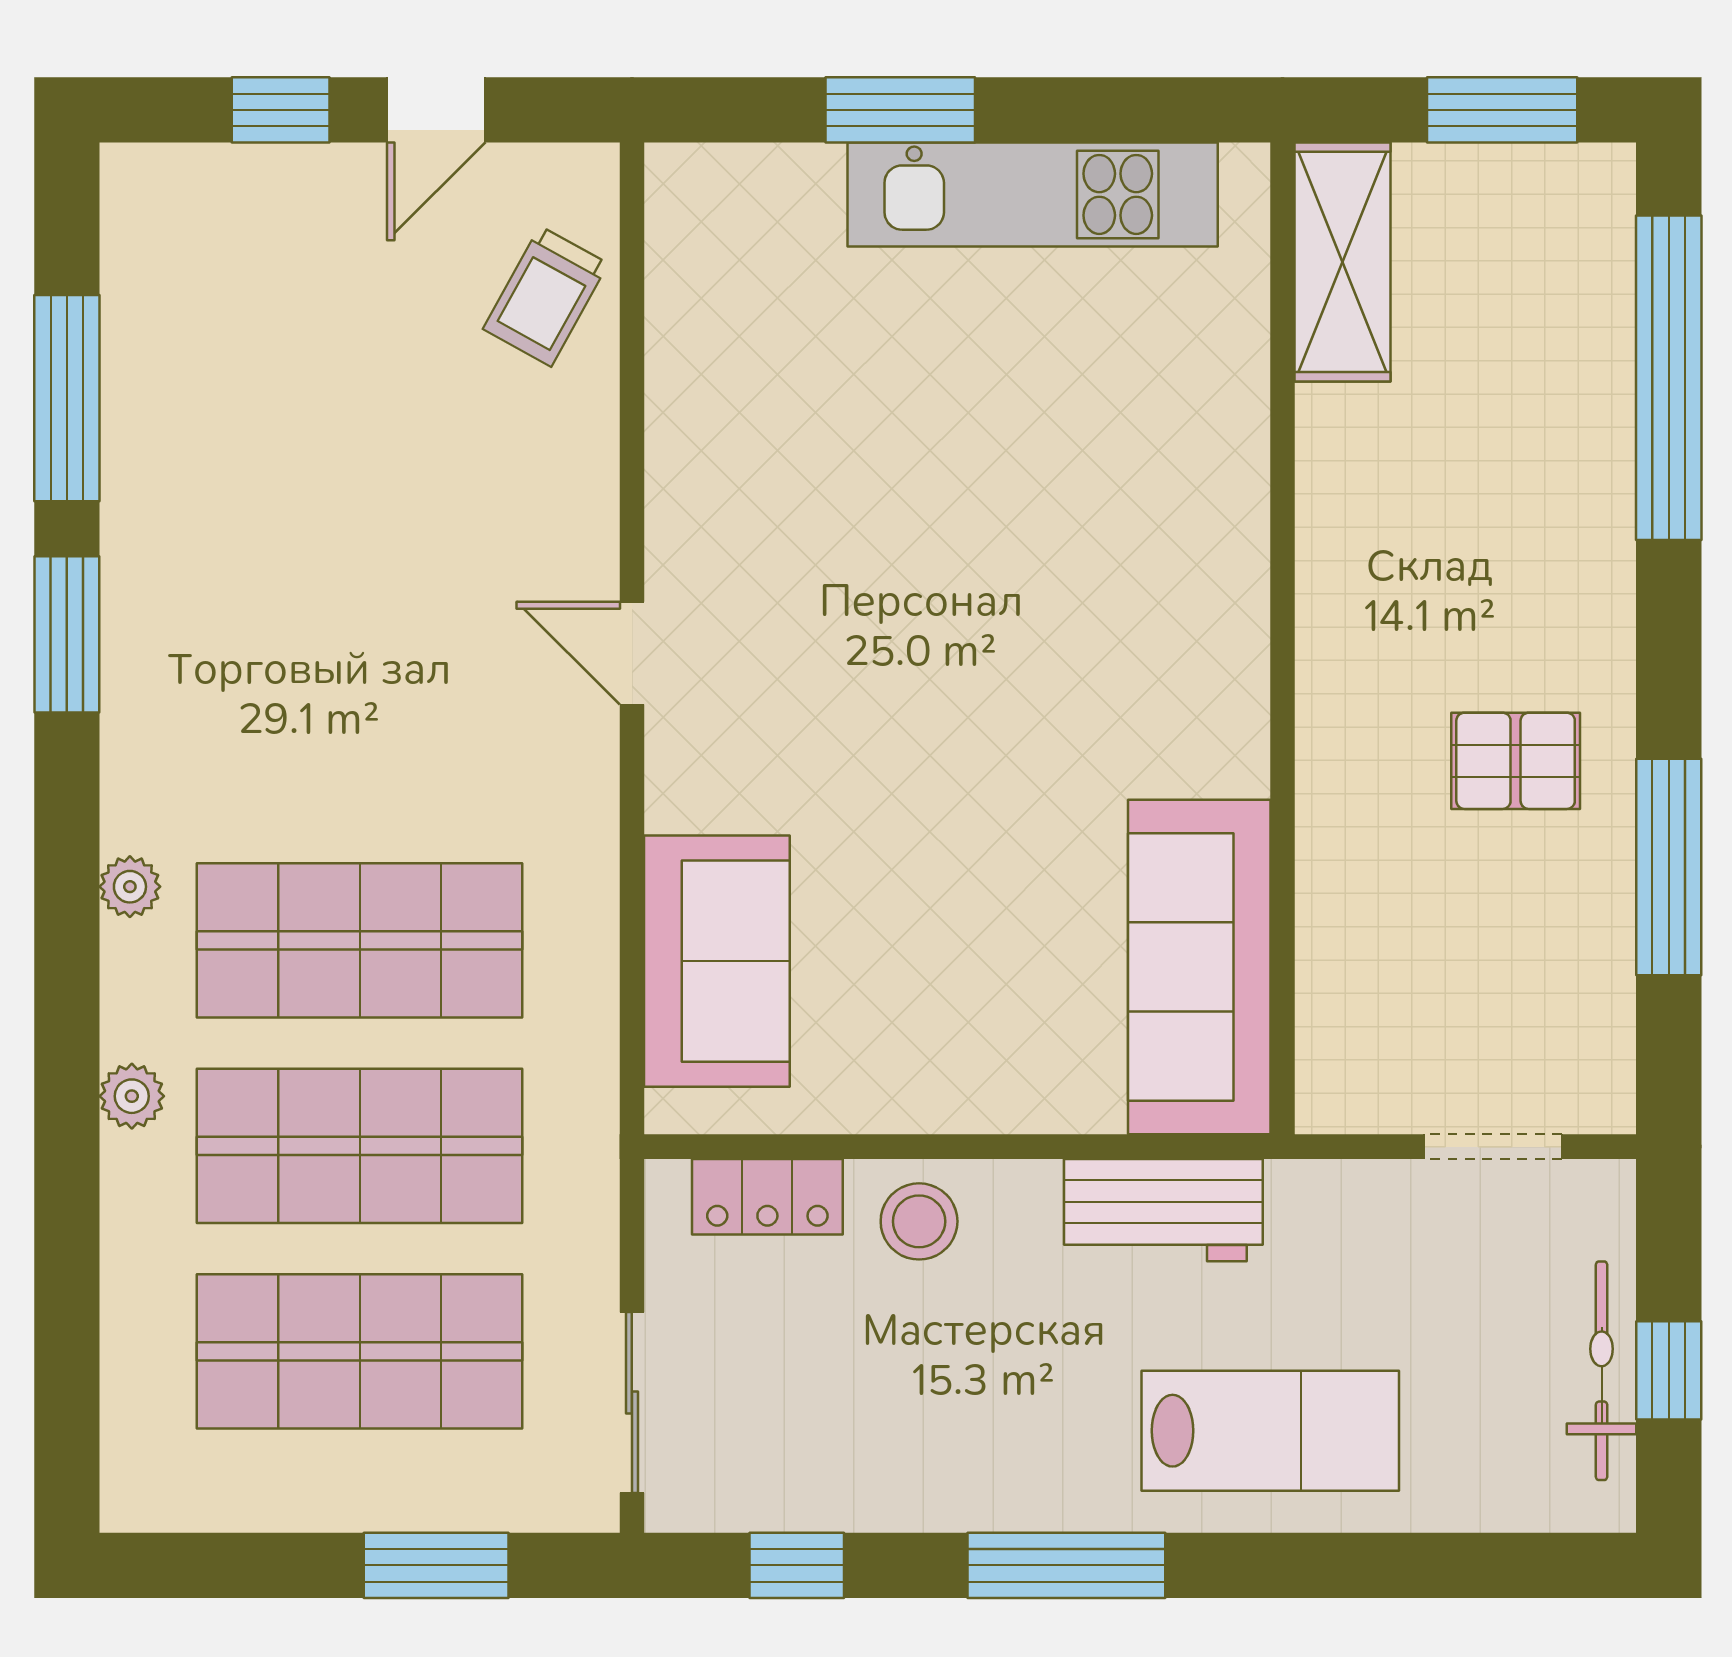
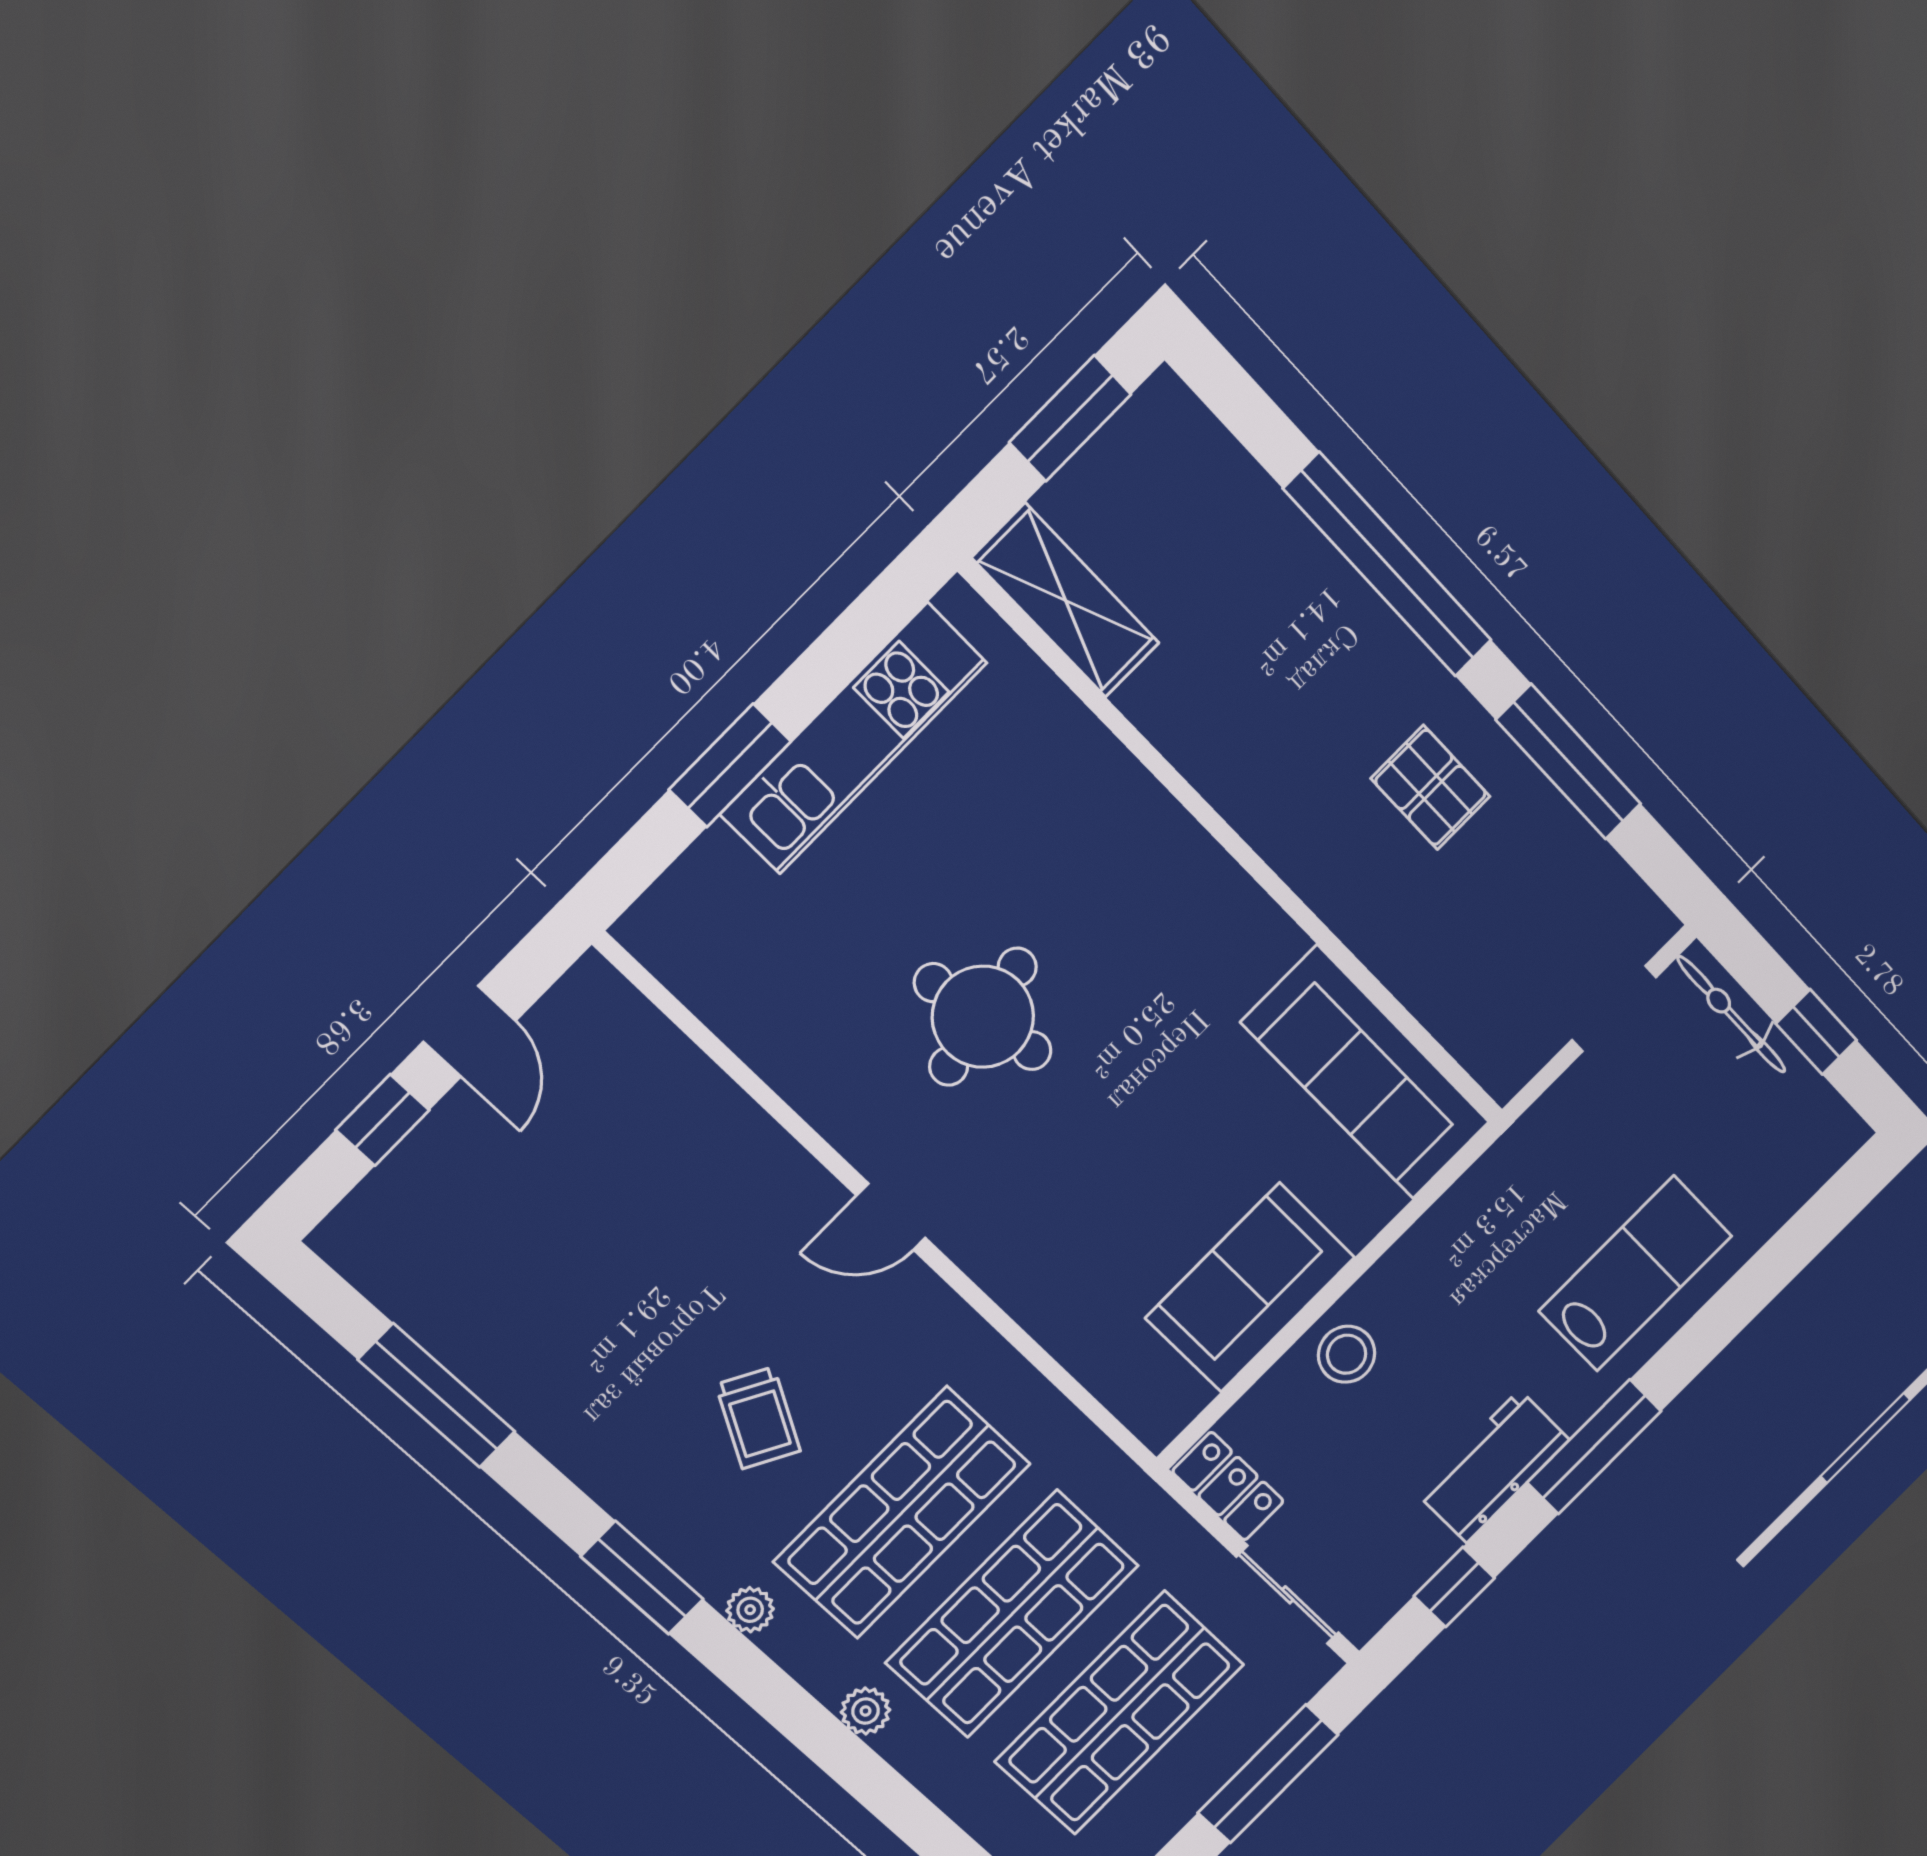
trolley: (545, 296) -> (758, 1418), moved
window: (1669, 378) -> (1388, 565), moved
round table: (899, 556) -> (983, 1017), added
window: (67, 634) -> (642, 1578), moved
pallet: (1516, 761) -> (1430, 787), turned 90
sofa: (717, 961) -> (1250, 1288), moved, turned -90
locker: (767, 1197) -> (1228, 1486), moved, turned -90
workbench: (1163, 1210) -> (1493, 1466), moved, turned 180
bicycle: (1602, 1371) -> (1731, 1014), moved
window: (436, 1565) -> (1268, 1774), width x1.44

